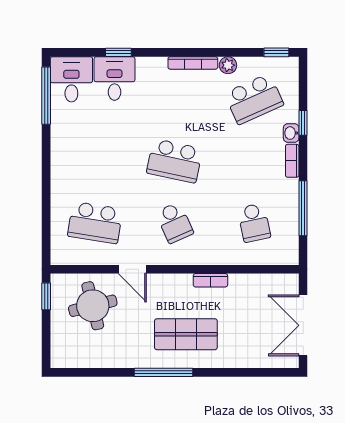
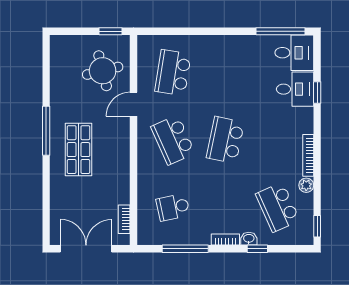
school desk: (175, 223) -> (173, 140), width x1.85
bookcase: (210, 280) -> (124, 219), moved

